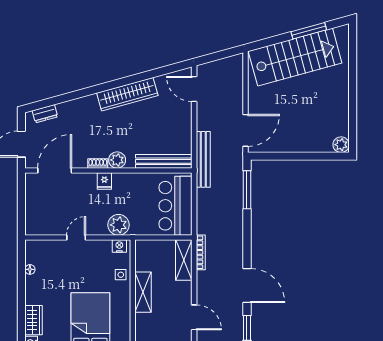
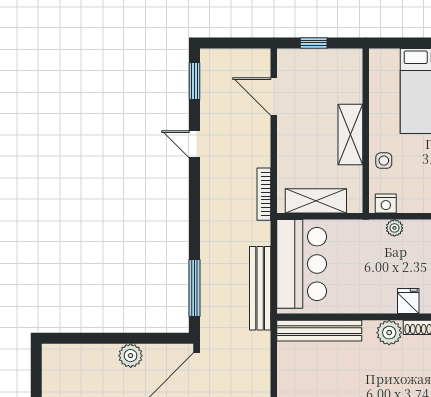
plant: (341, 145) -> (131, 356), moved
bench: (203, 159) -> (260, 288), moved
plant: (118, 225) -> (394, 228), width x0.53, depth x0.53
shelving: (184, 260) -> (316, 201), moved, turned 90
door: (247, 286) -> (195, 144), width x0.53

